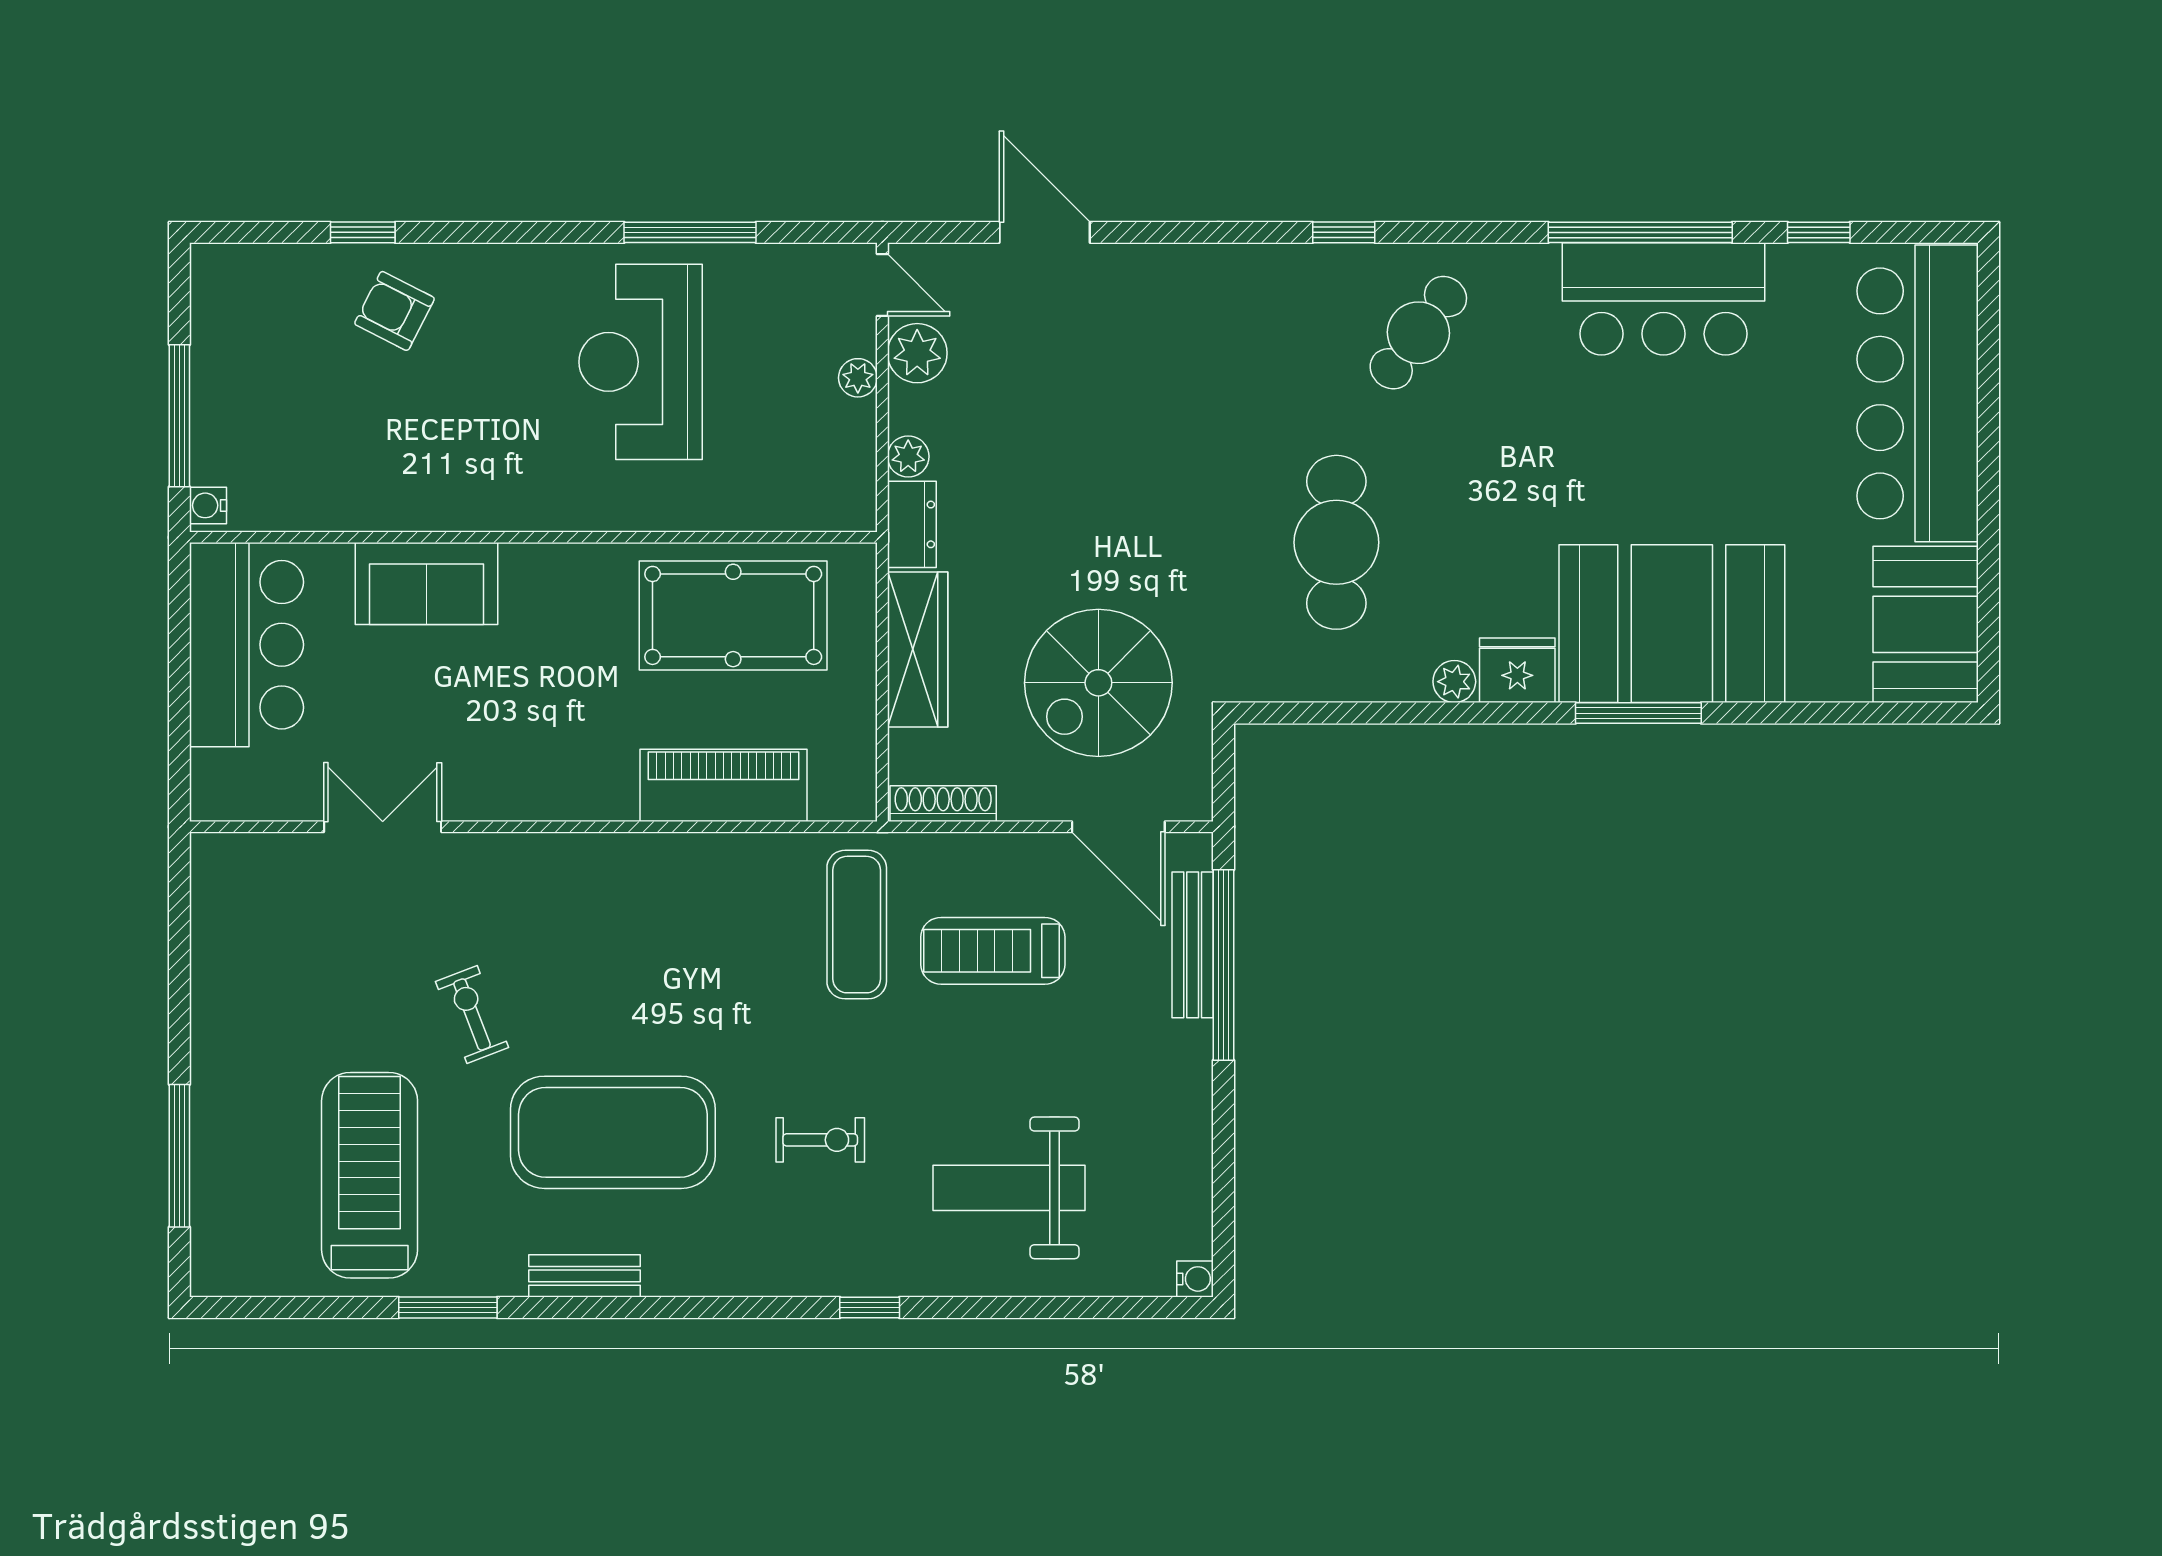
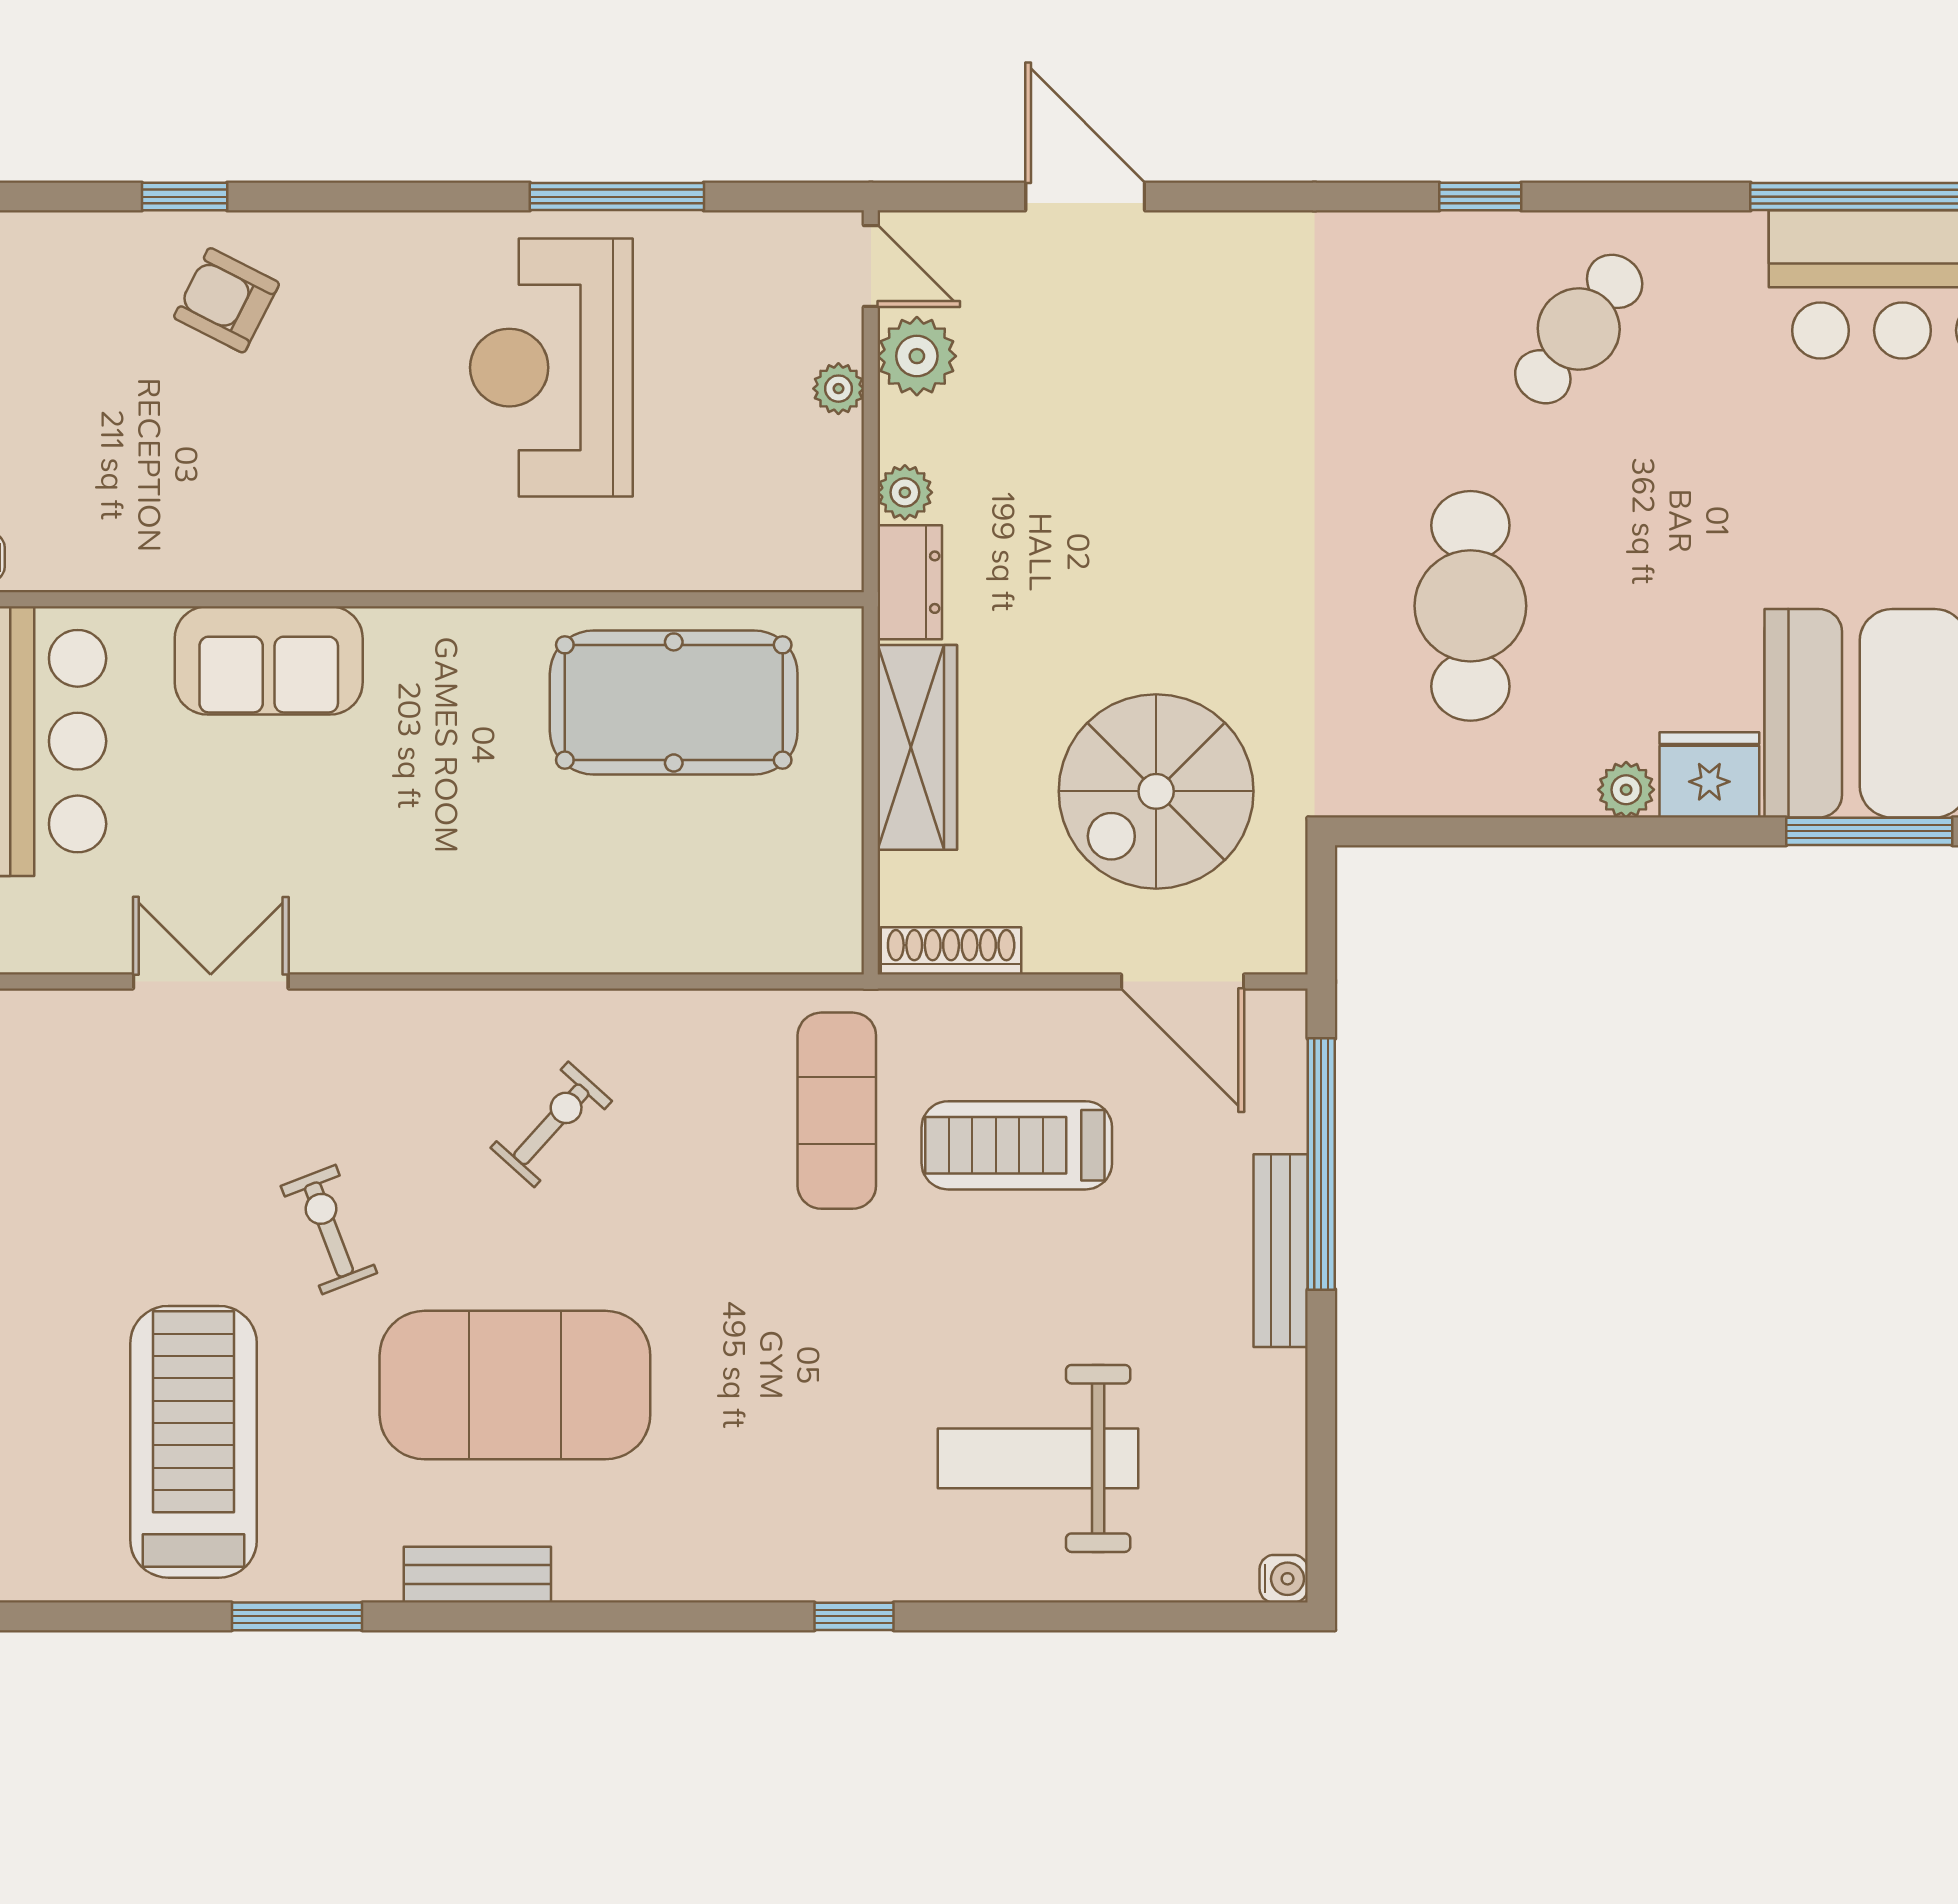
piano: (724, 785) -> (661, 927), removed
bench: (1193, 945) -> (1281, 1251), moved
exercise bike: (820, 1140) -> (551, 1124), moved, turned -48

